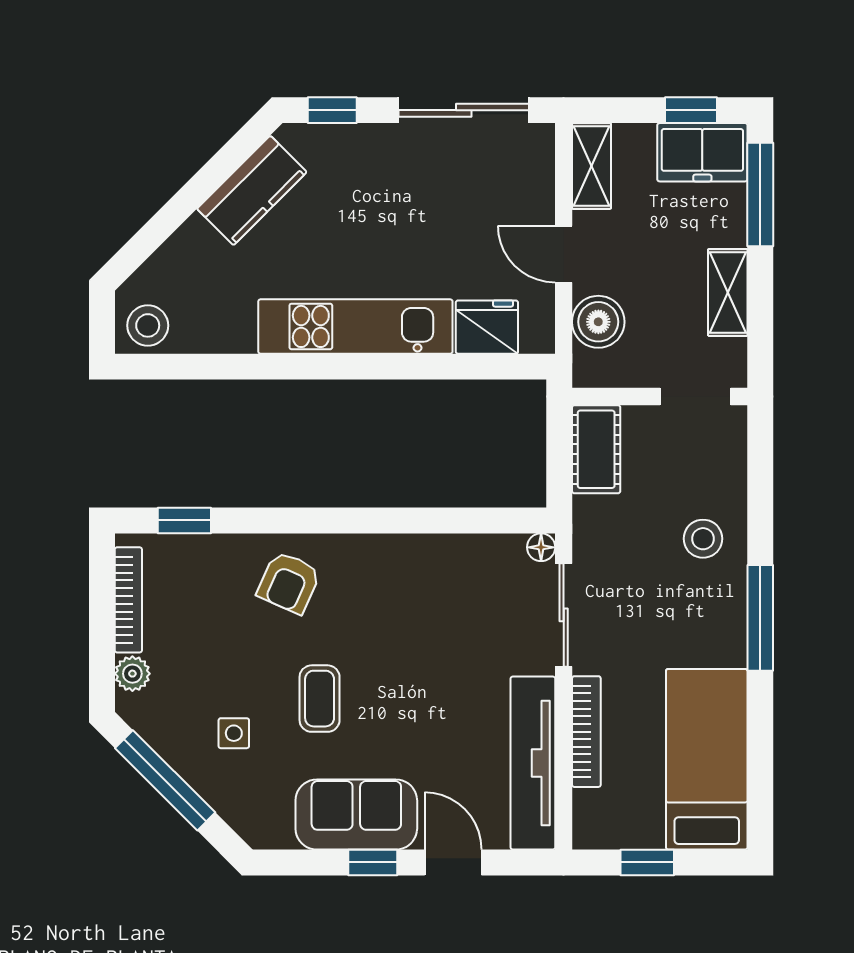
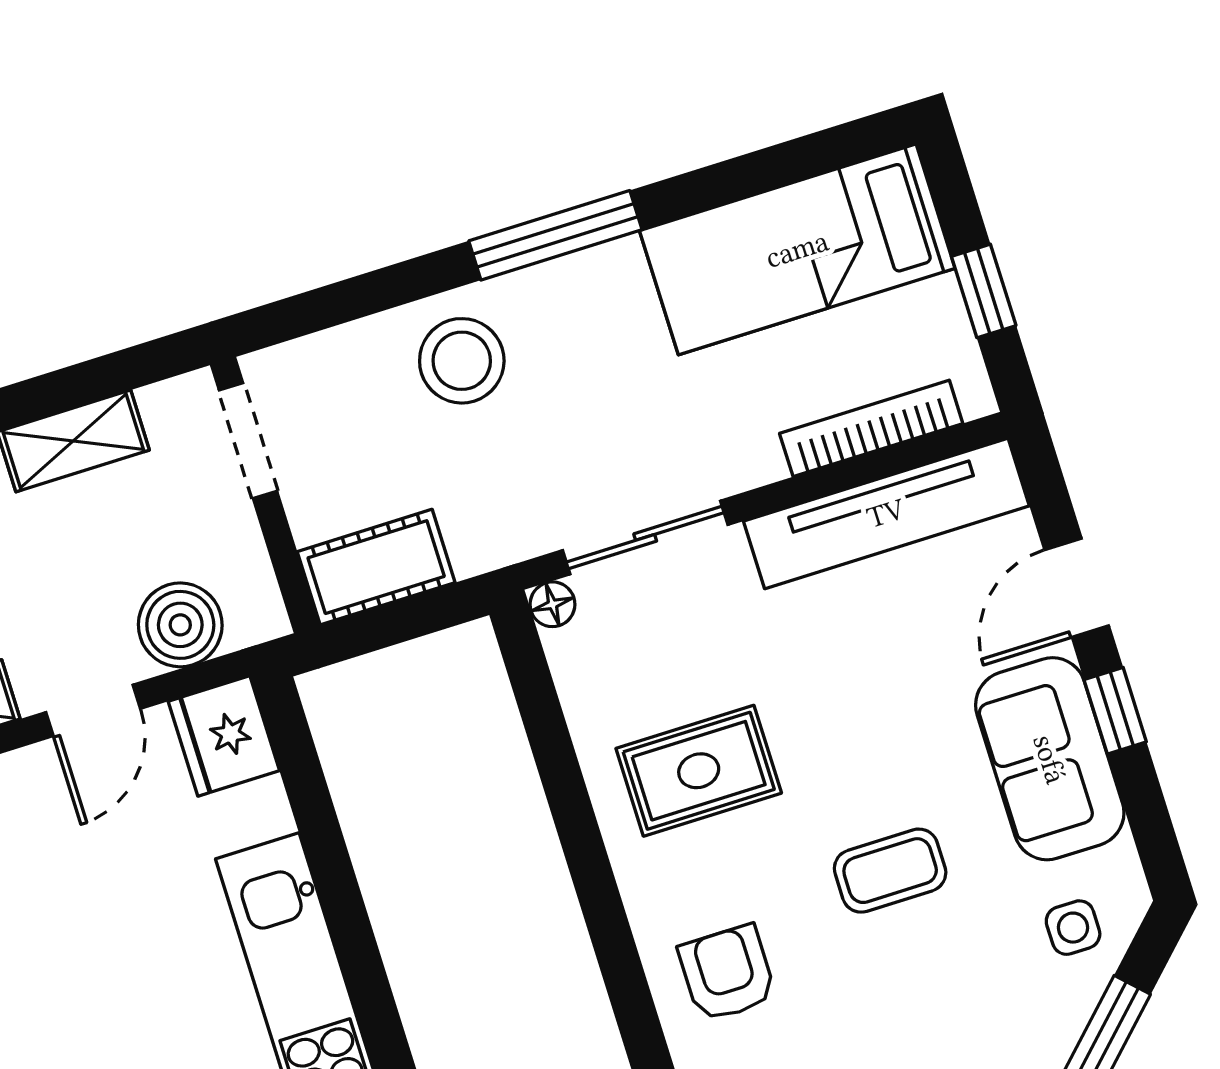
fridge: (487, 327) -> (224, 736), moved
stool: (703, 539) -> (462, 361), width x1.38, depth x1.38
armchair: (289, 582) -> (727, 973), turned -114
rug: (415, 603) -> (699, 771), added
bookcase: (586, 732) -> (871, 428), moved
side table: (234, 733) -> (1073, 928), moved

